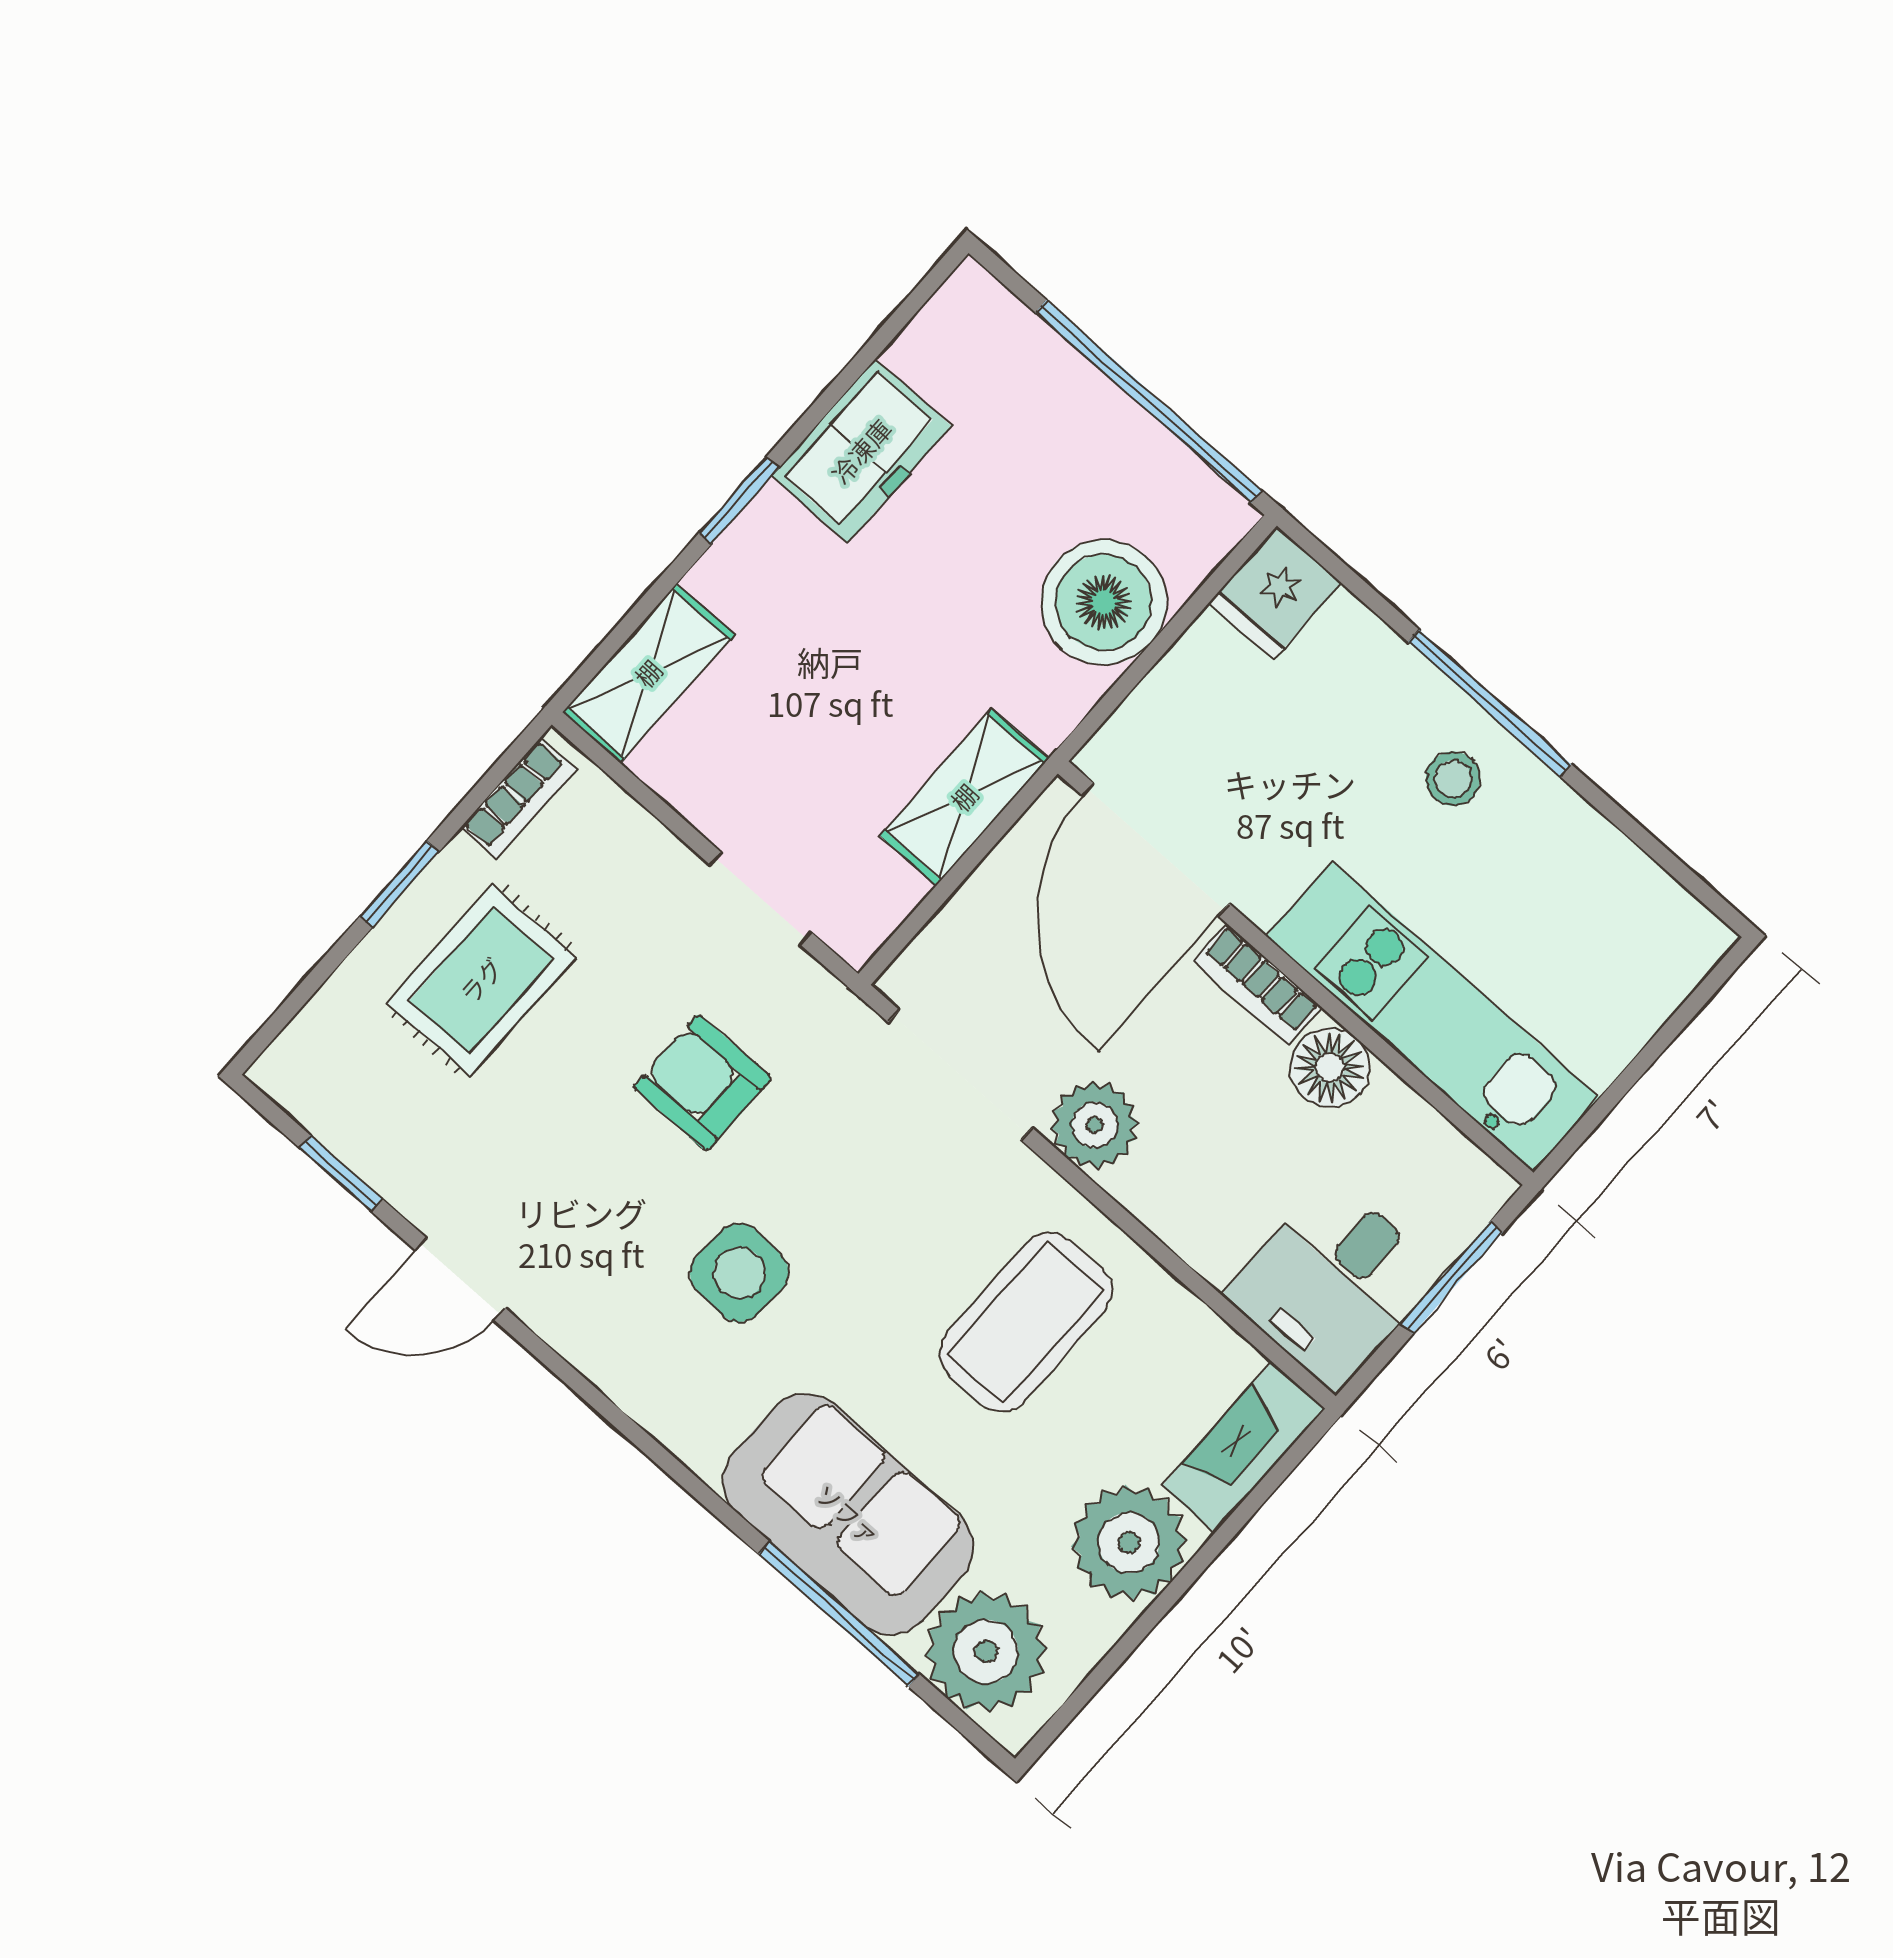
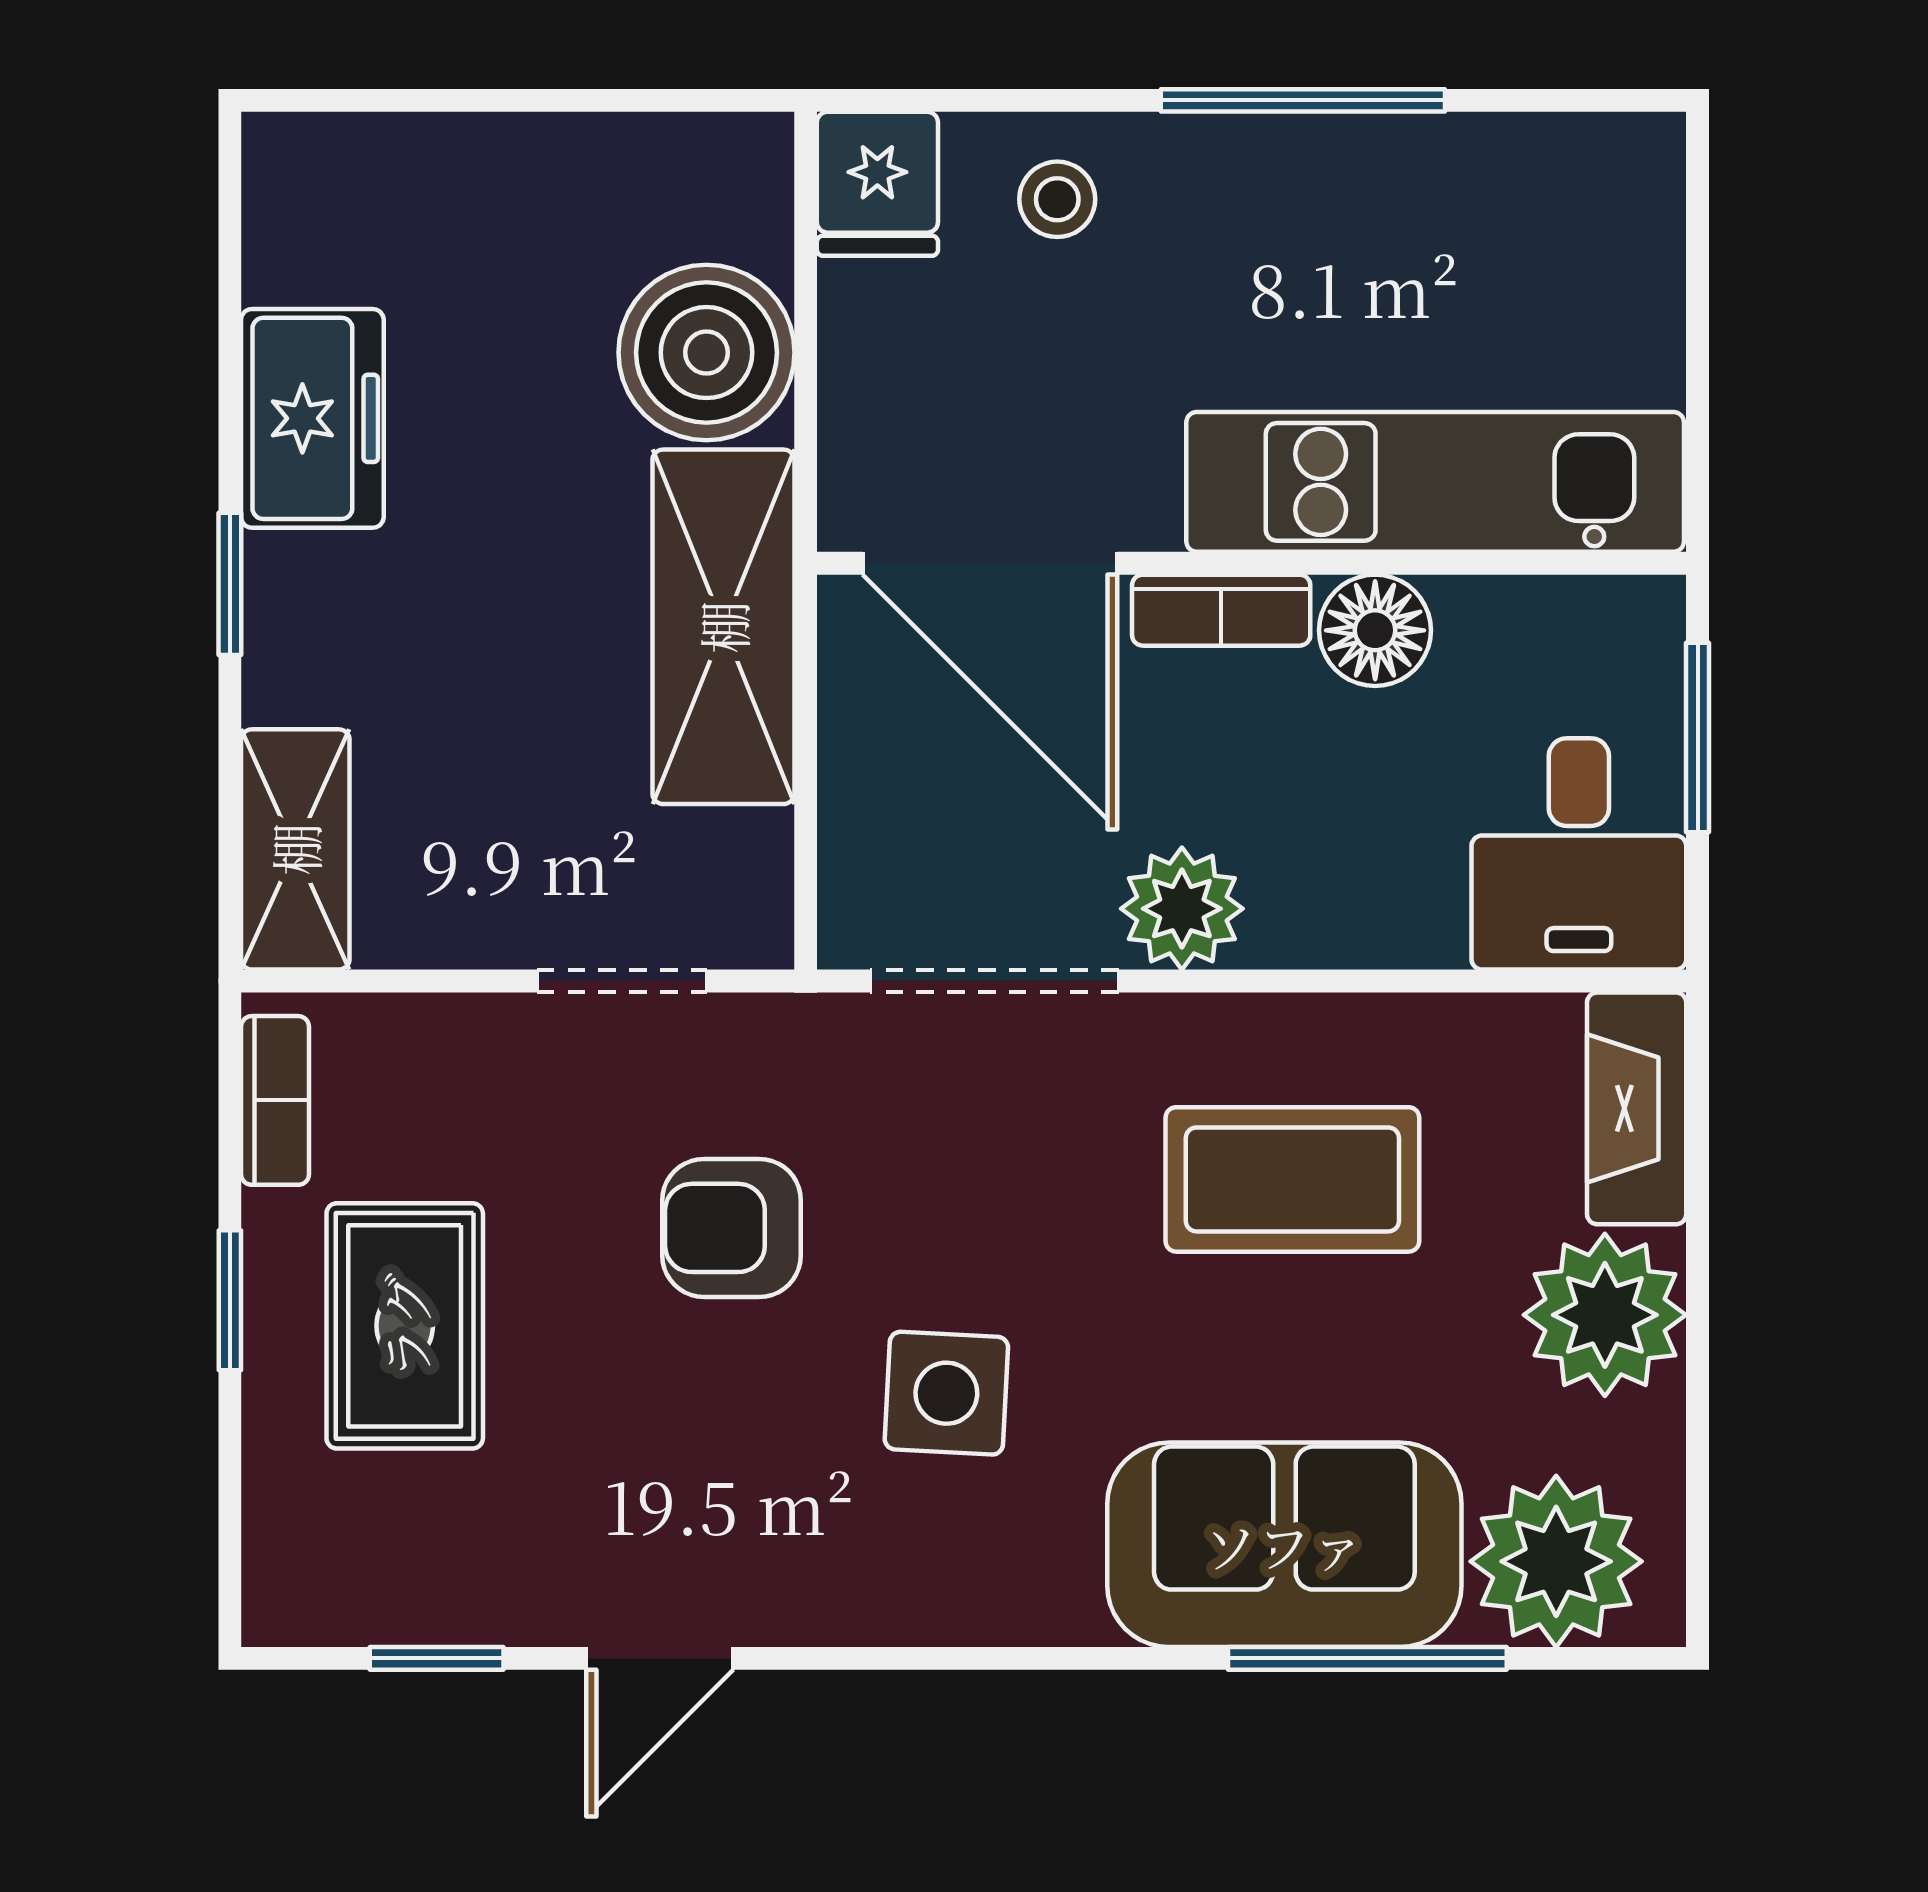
window: (1149, 402) -> (568, 100), removed
window: (1490, 703) -> (1303, 100), moved
stool: (1453, 779) -> (1057, 199), moved
shelving: (964, 797) -> (723, 627), width x1.50, depth x1.33
coffee table: (1026, 1322) -> (1292, 1179), turned 90

